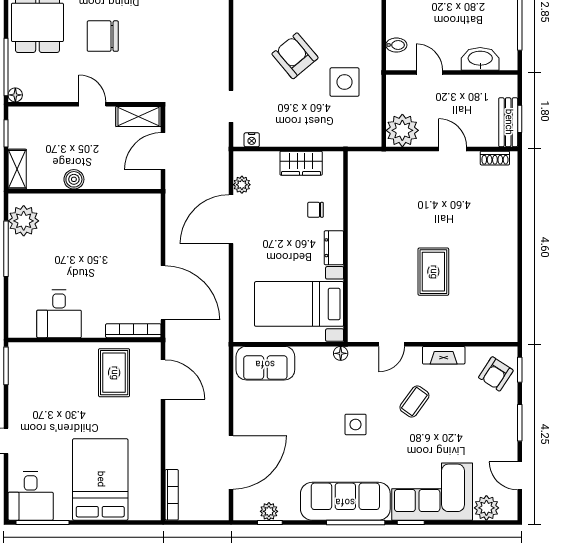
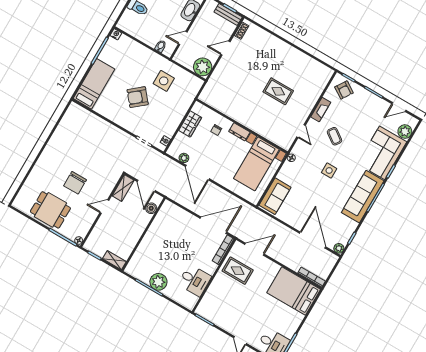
boiler: (74, 179) -> (151, 208), moved
plant: (24, 221) -> (158, 282), moved
bed: (100, 479) -> (294, 291), moved
plant: (269, 511) -> (339, 248), moved

